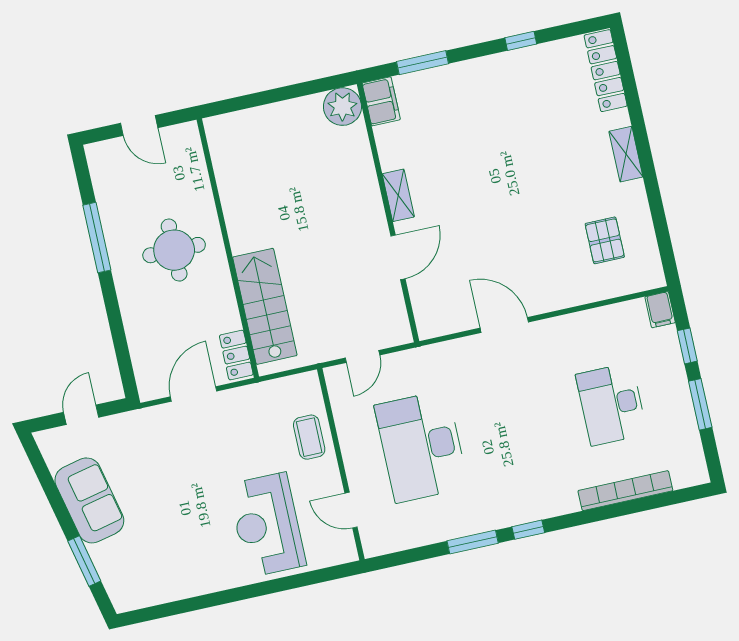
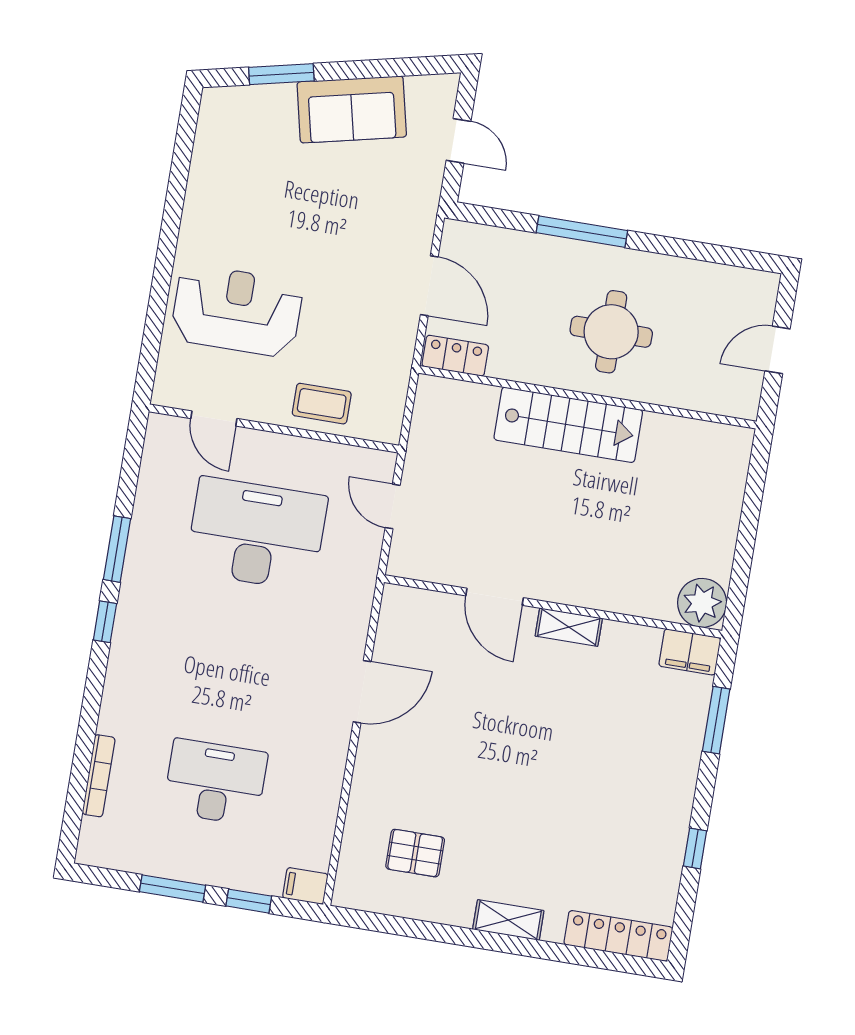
window: (97, 238) -> (582, 232), moved
stairs: (265, 306) -> (568, 425), moved
bookcase: (625, 491) -> (99, 776), width x0.68, depth x0.76
door: (351, 510) -> (214, 419), swing flipped

